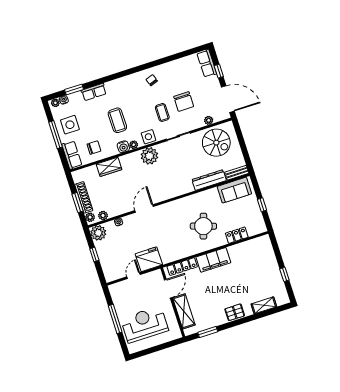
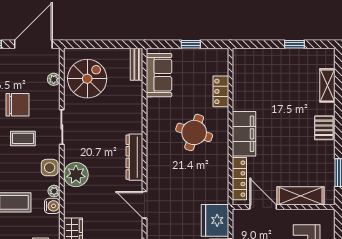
dresser: (209, 180) -> (134, 157), moved

